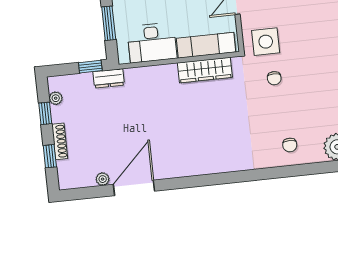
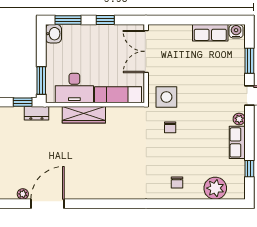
window: (109, 23) -> (41, 81), moved
wardrobe: (205, 70) -> (84, 115), moved

